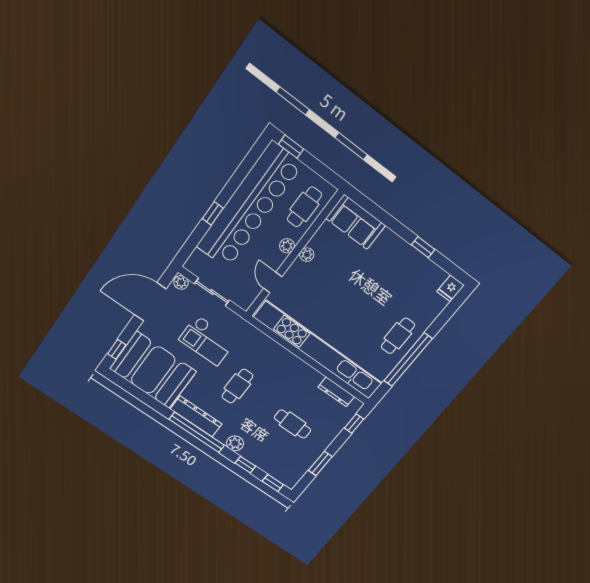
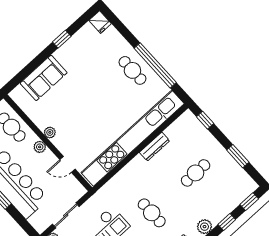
sofa: (356, 222) -> (44, 78), moved
dresser: (336, 392) -> (155, 147), moved

